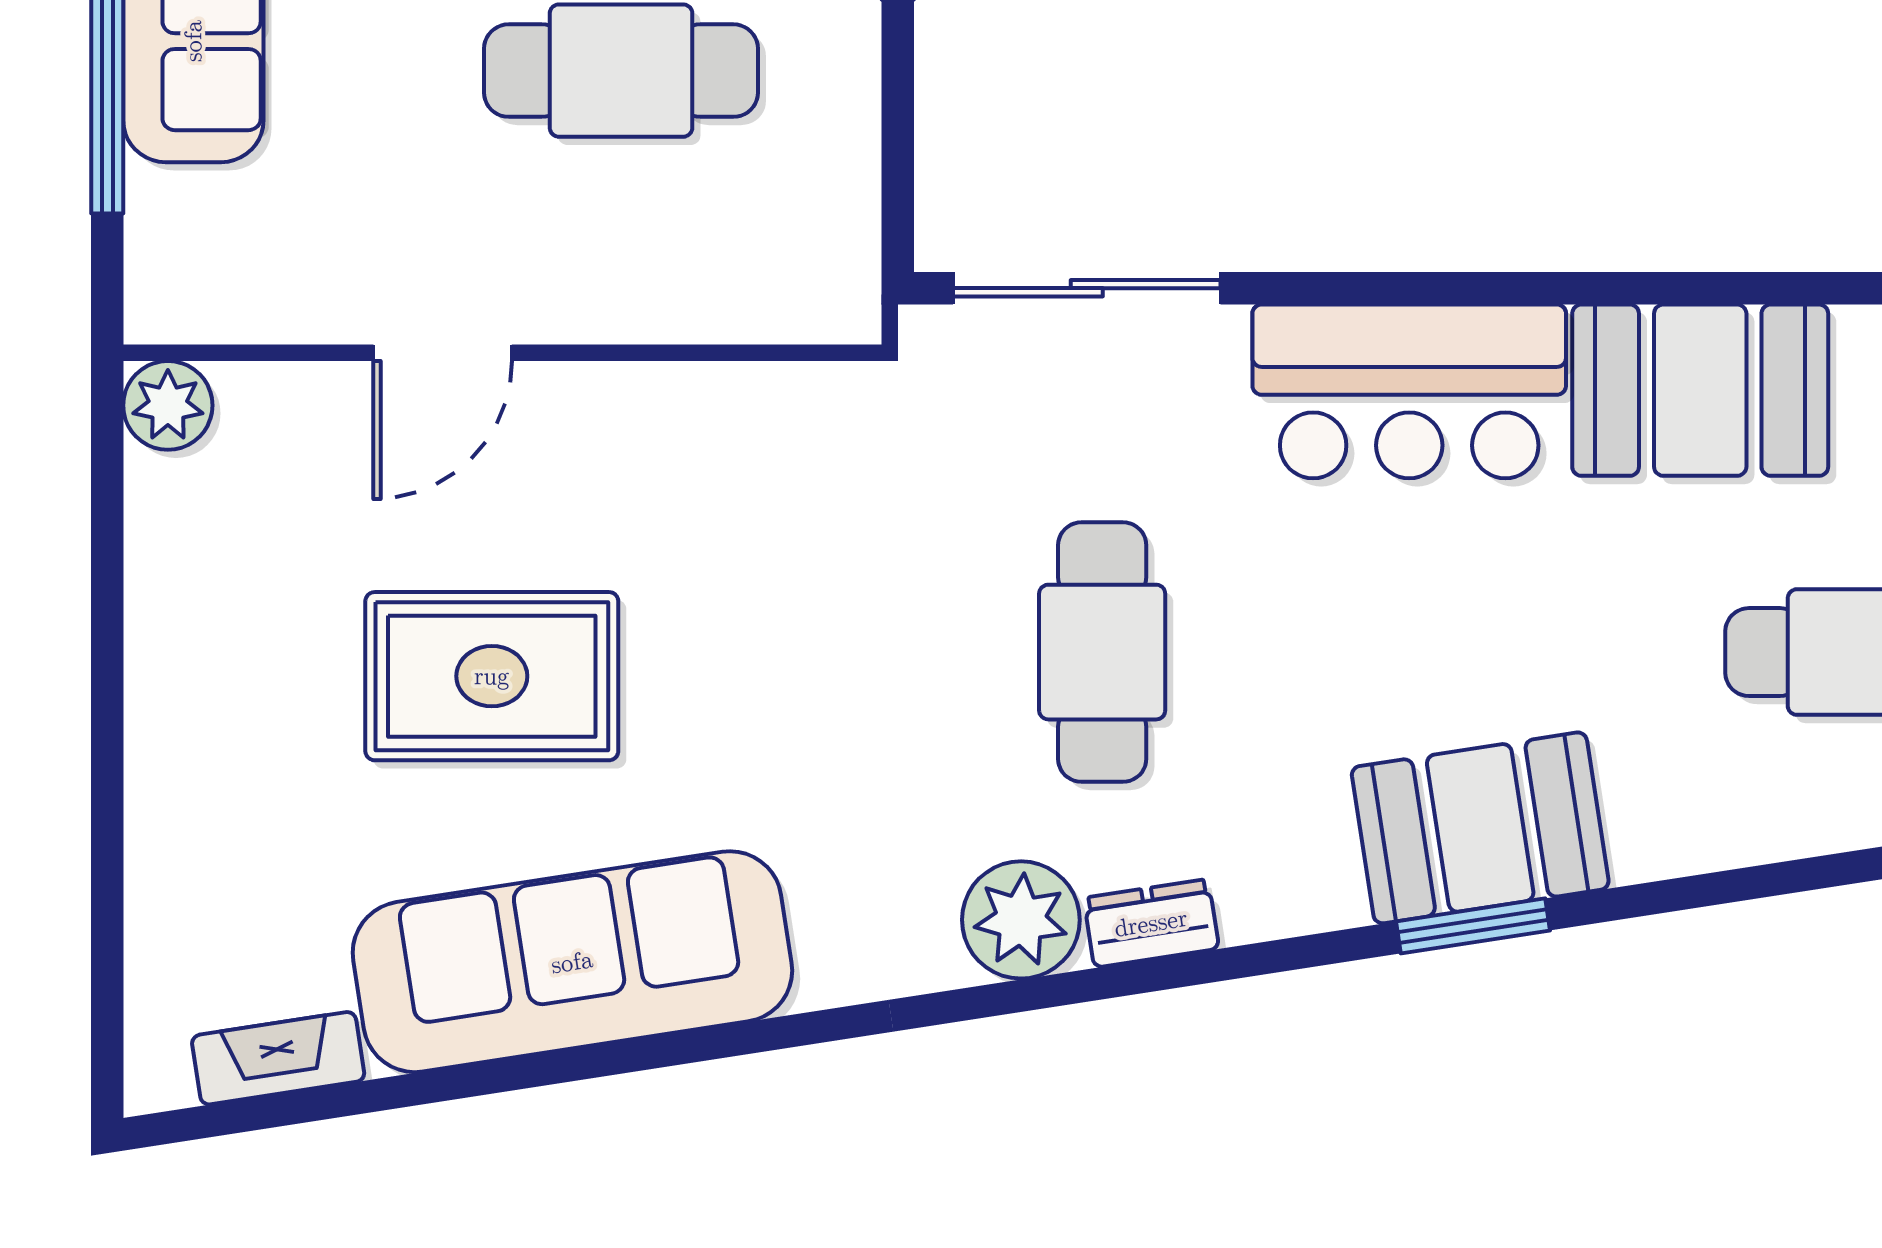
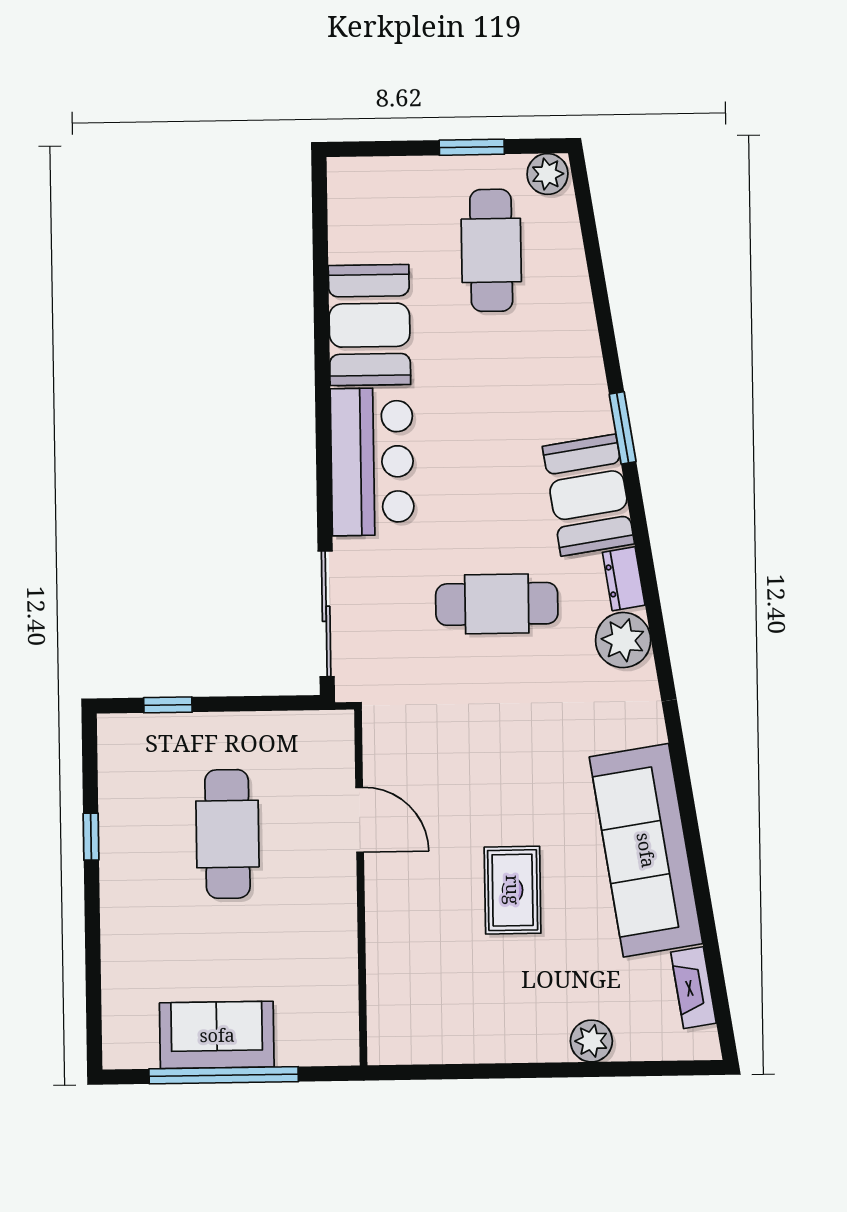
door: (443, 353) -> (360, 820), moved
plant: (168, 405) -> (591, 1041), moved
rug: (492, 676) -> (513, 890), width x0.73, depth x0.70
booth: (1480, 828) -> (588, 495), moved

